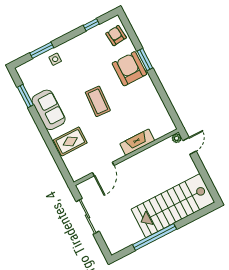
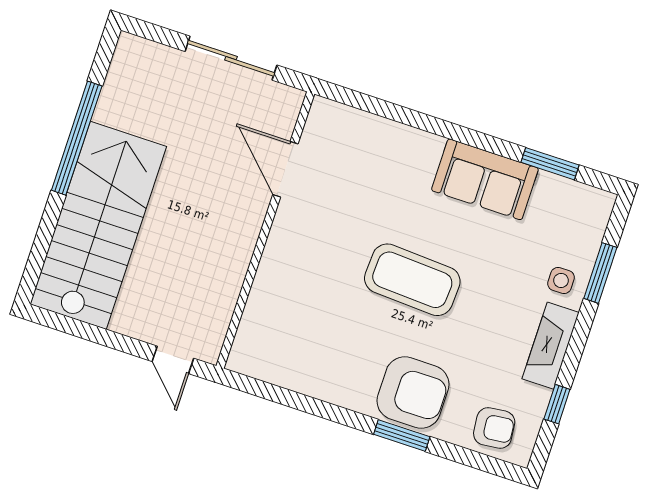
coffee table: (98, 101) -> (412, 280), width x1.36, depth x1.32
plant: (177, 138) -> (209, 351), removed
rug: (70, 141) -> (392, 161), removed
fireplace: (137, 142) -> (551, 346), moved, turned 180

